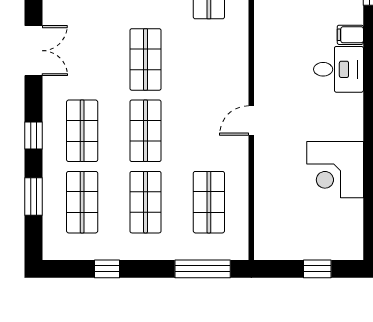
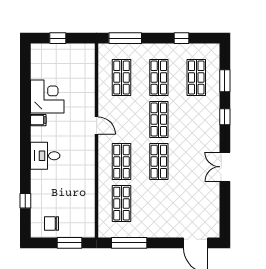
filing cabinet: (350, 35) -> (38, 120), moved
door: (251, 121) -> (97, 126), hinge flipped
shop shelf: (82, 131) -> (122, 162), moved

